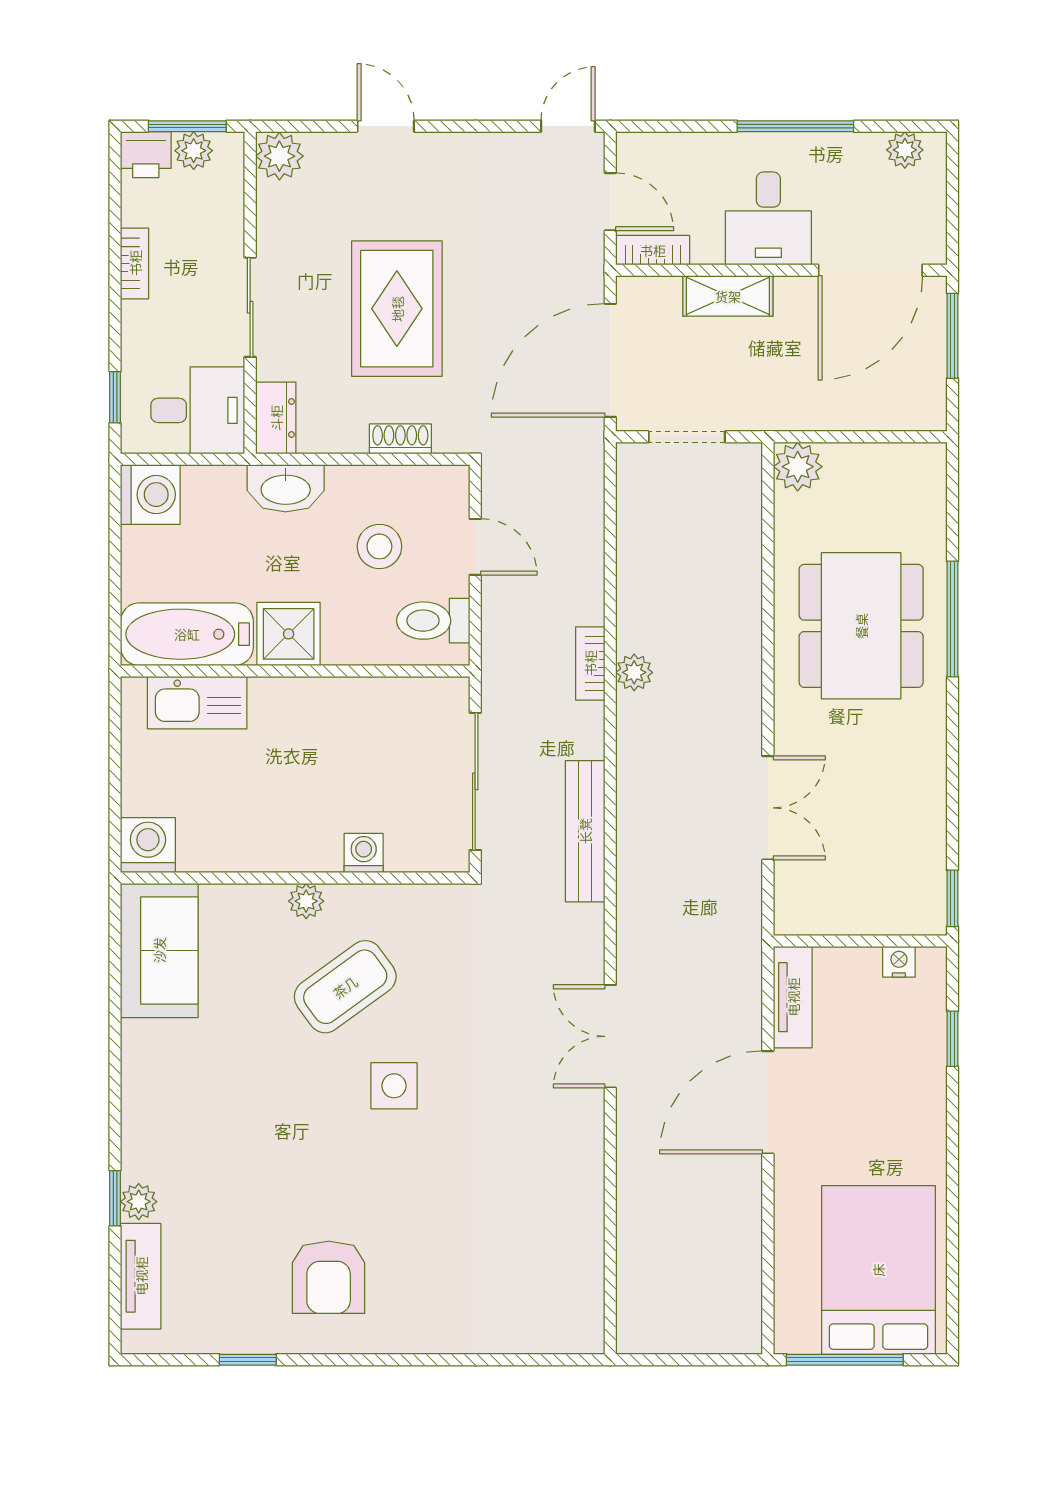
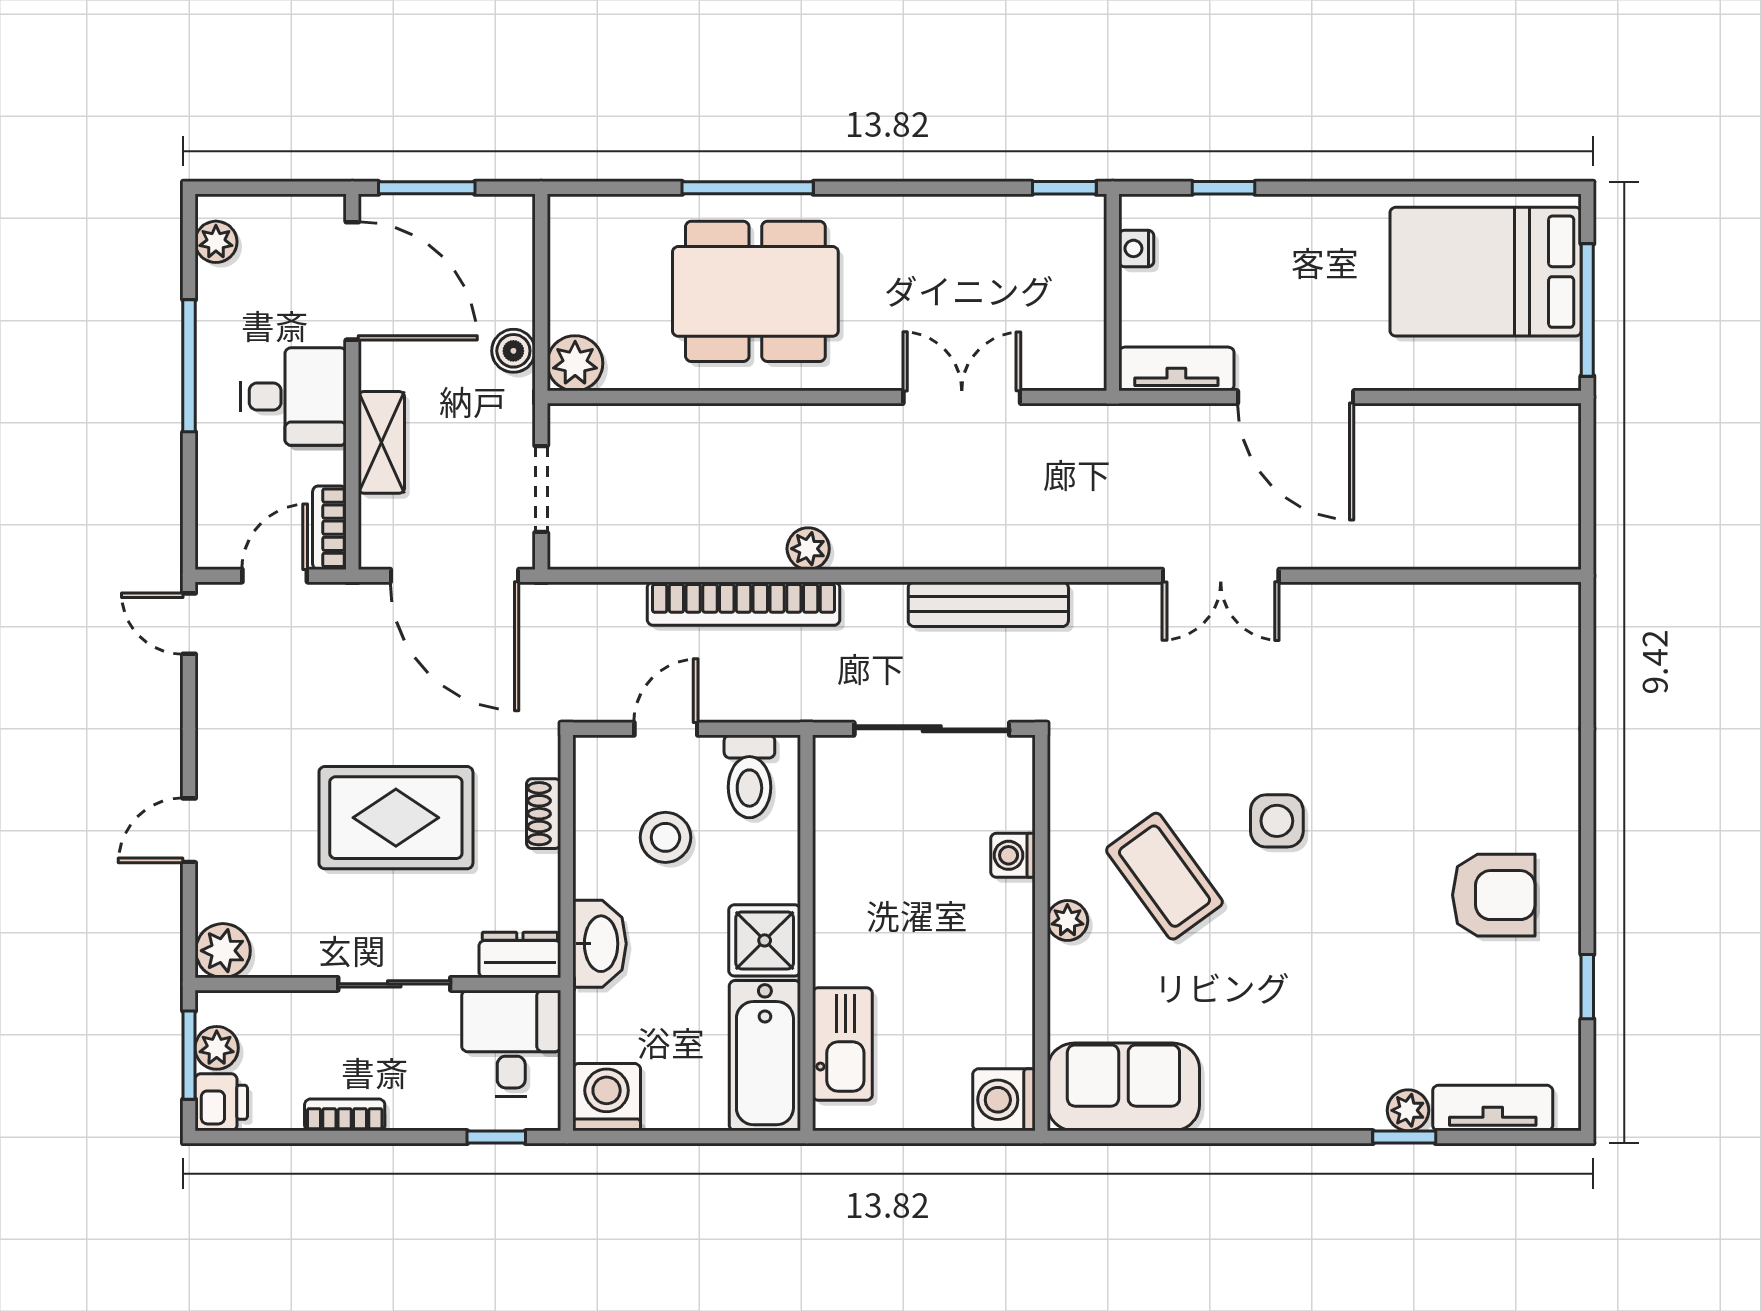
boiler: (809, 412) -> (513, 351), added
bookcase: (590, 663) -> (744, 604), width x2.31, depth x1.31

